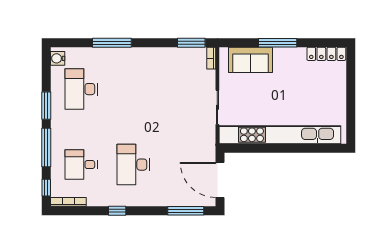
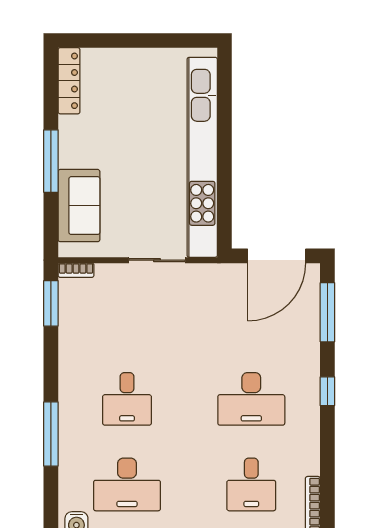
desk: (133, 89) -> (127, 399), added
window: (117, 211) -> (327, 391), moved

